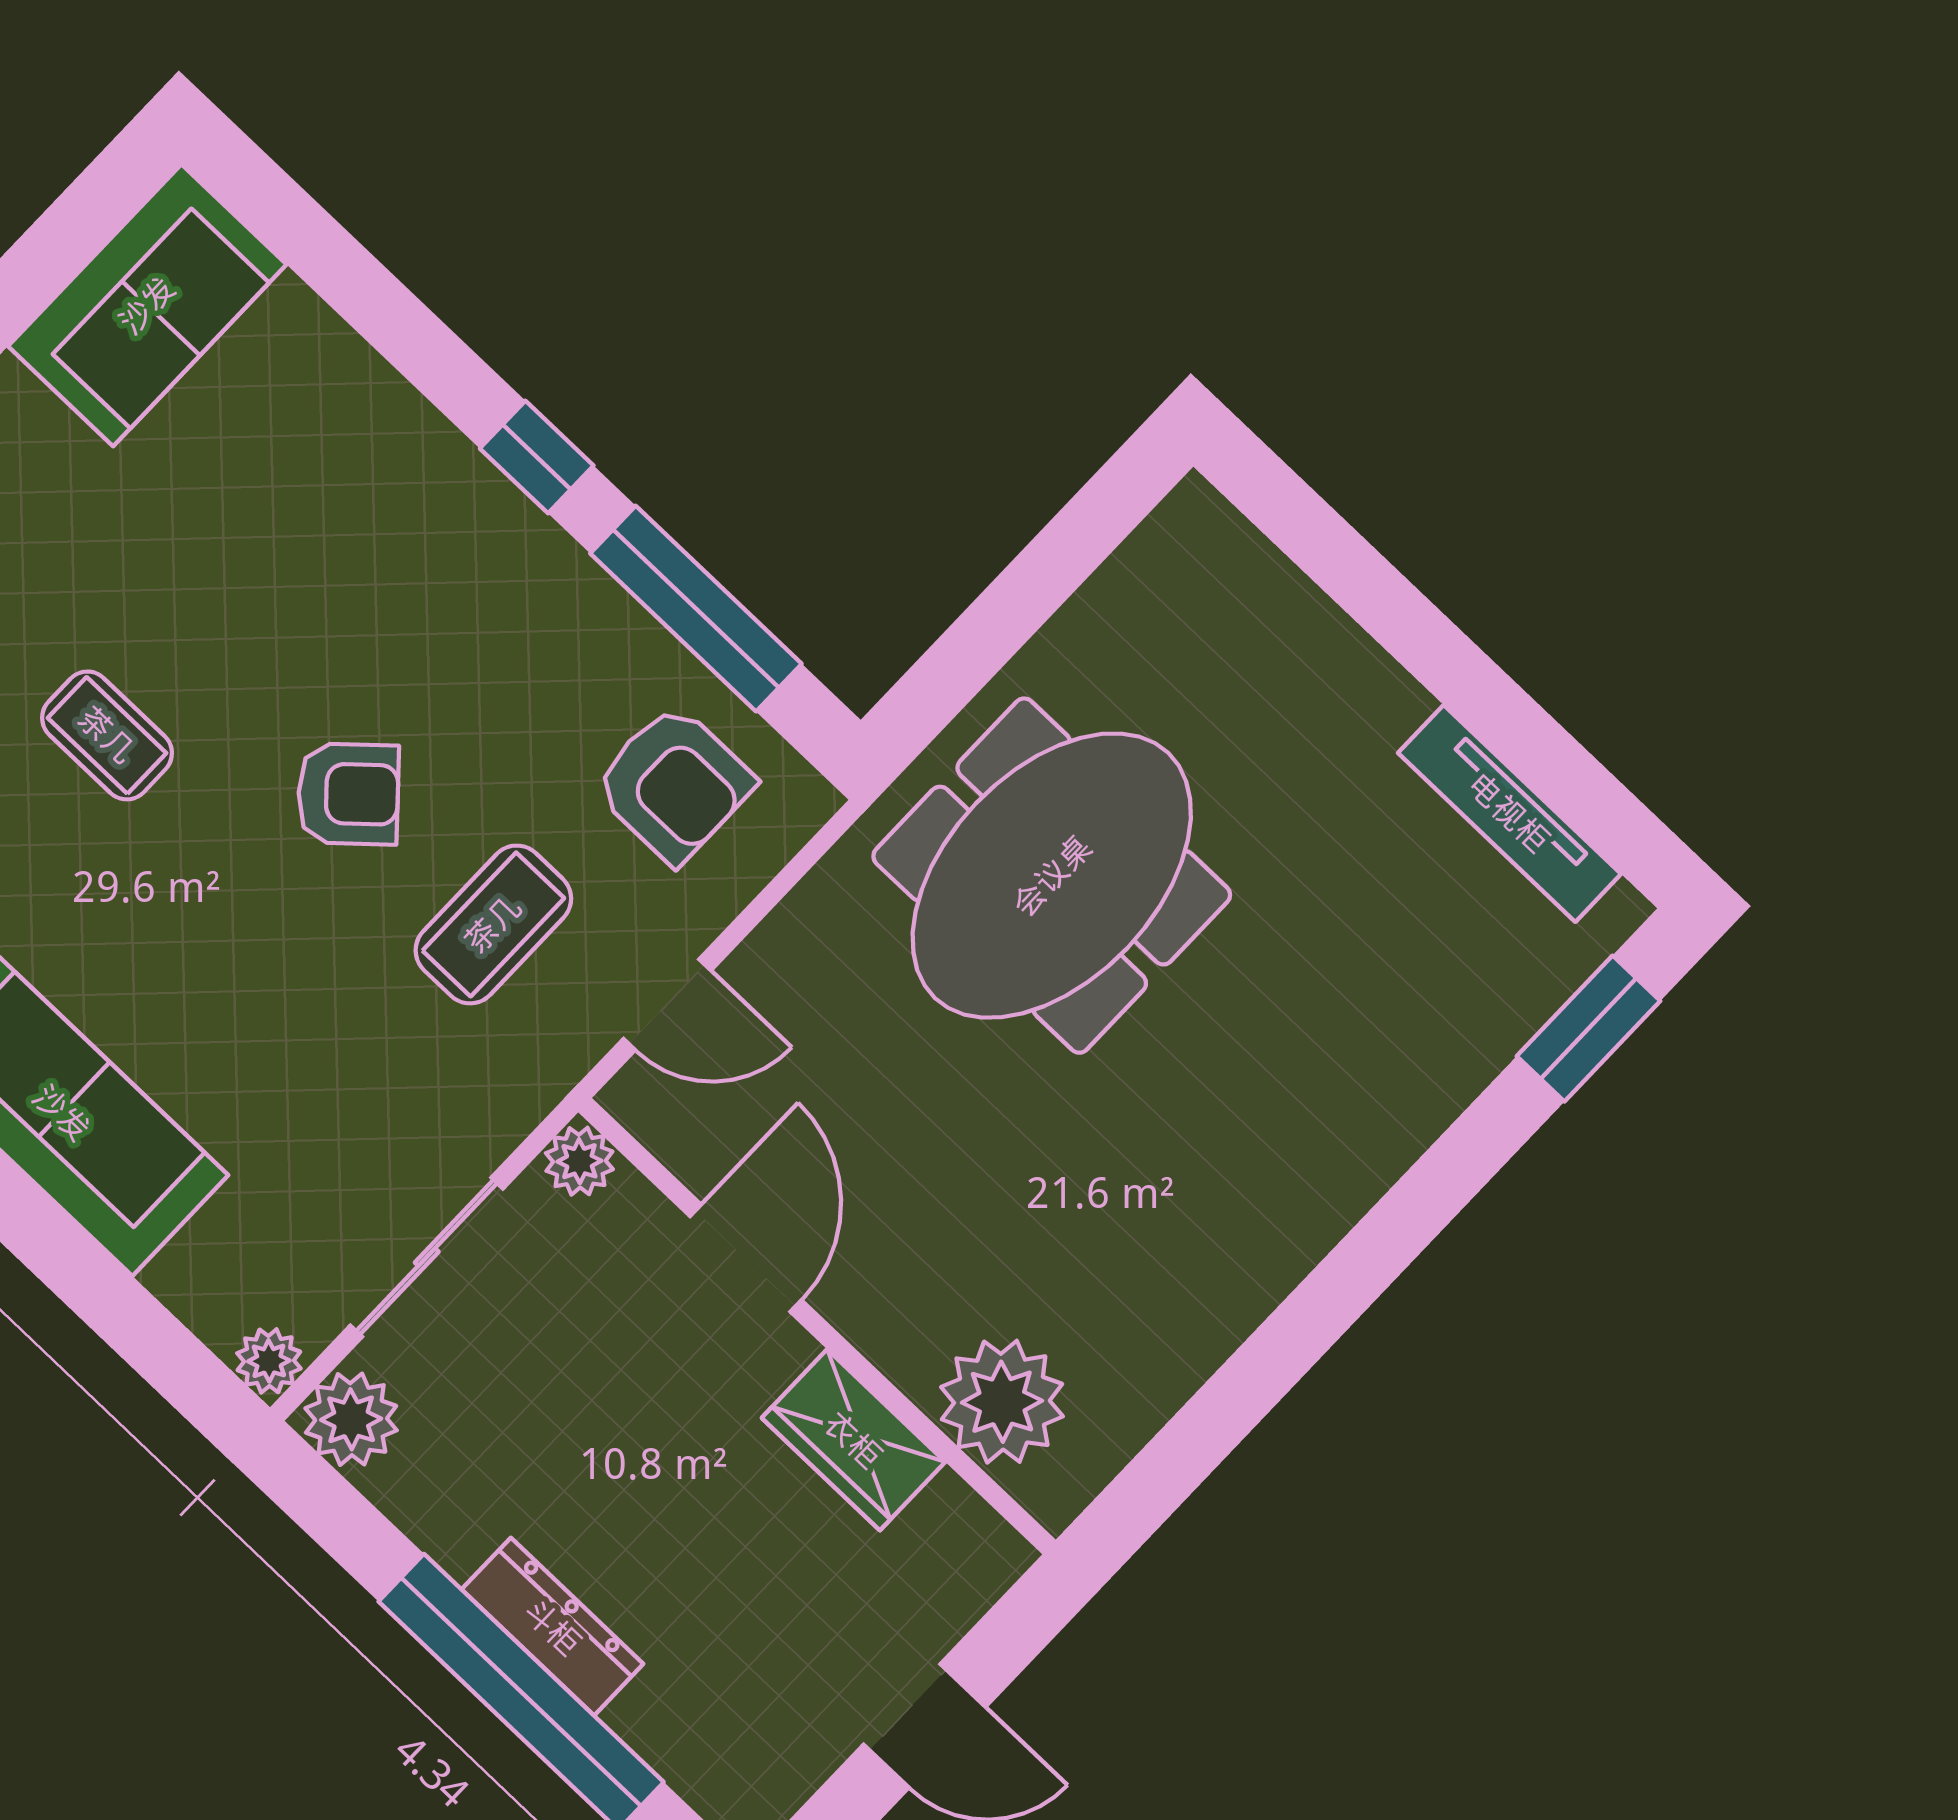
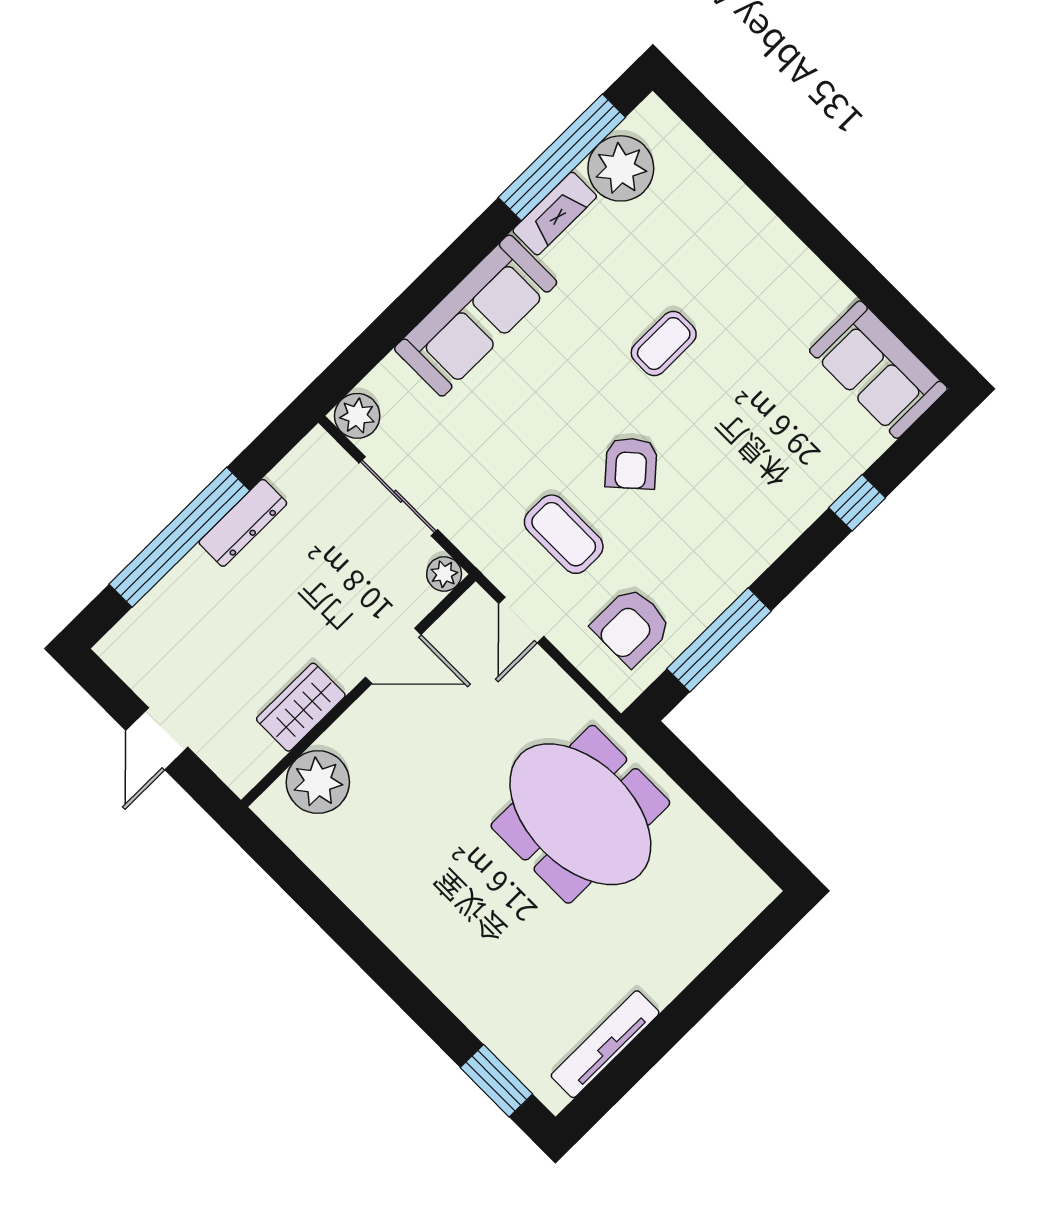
window: (537, 457) -> (857, 503), moved
plant: (269, 1361) -> (357, 416), width x1.38, depth x1.38
plant: (351, 1419) -> (318, 456), removed
dresser: (552, 1627) -> (243, 523), moved

